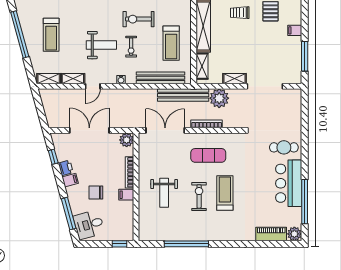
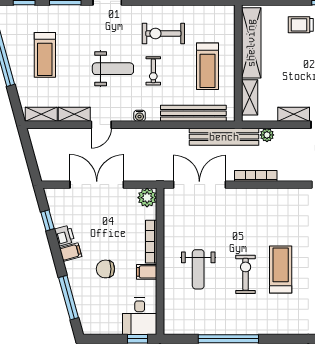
plant: (219, 98) -> (267, 135), width x0.53, depth x0.53
exercise mat: (208, 155) -> (258, 219), removed
desk: (89, 225) -> (140, 316), moved, turned -75

